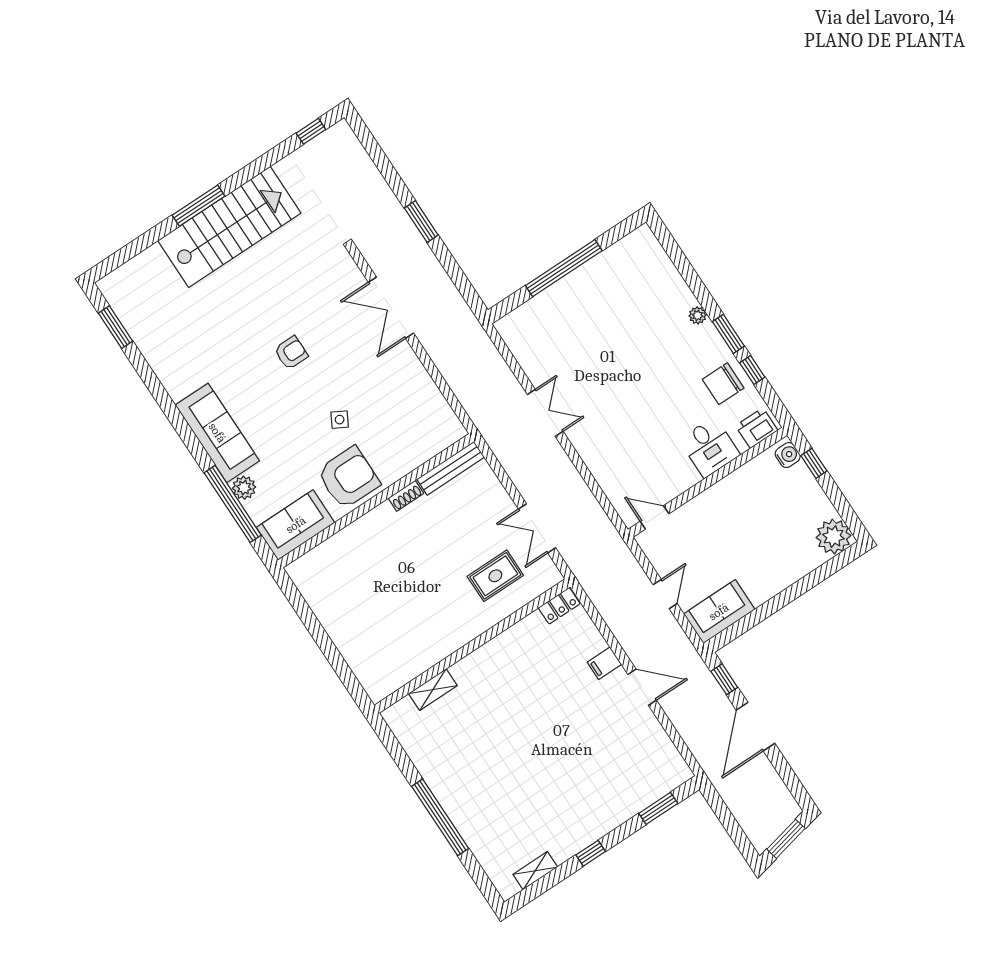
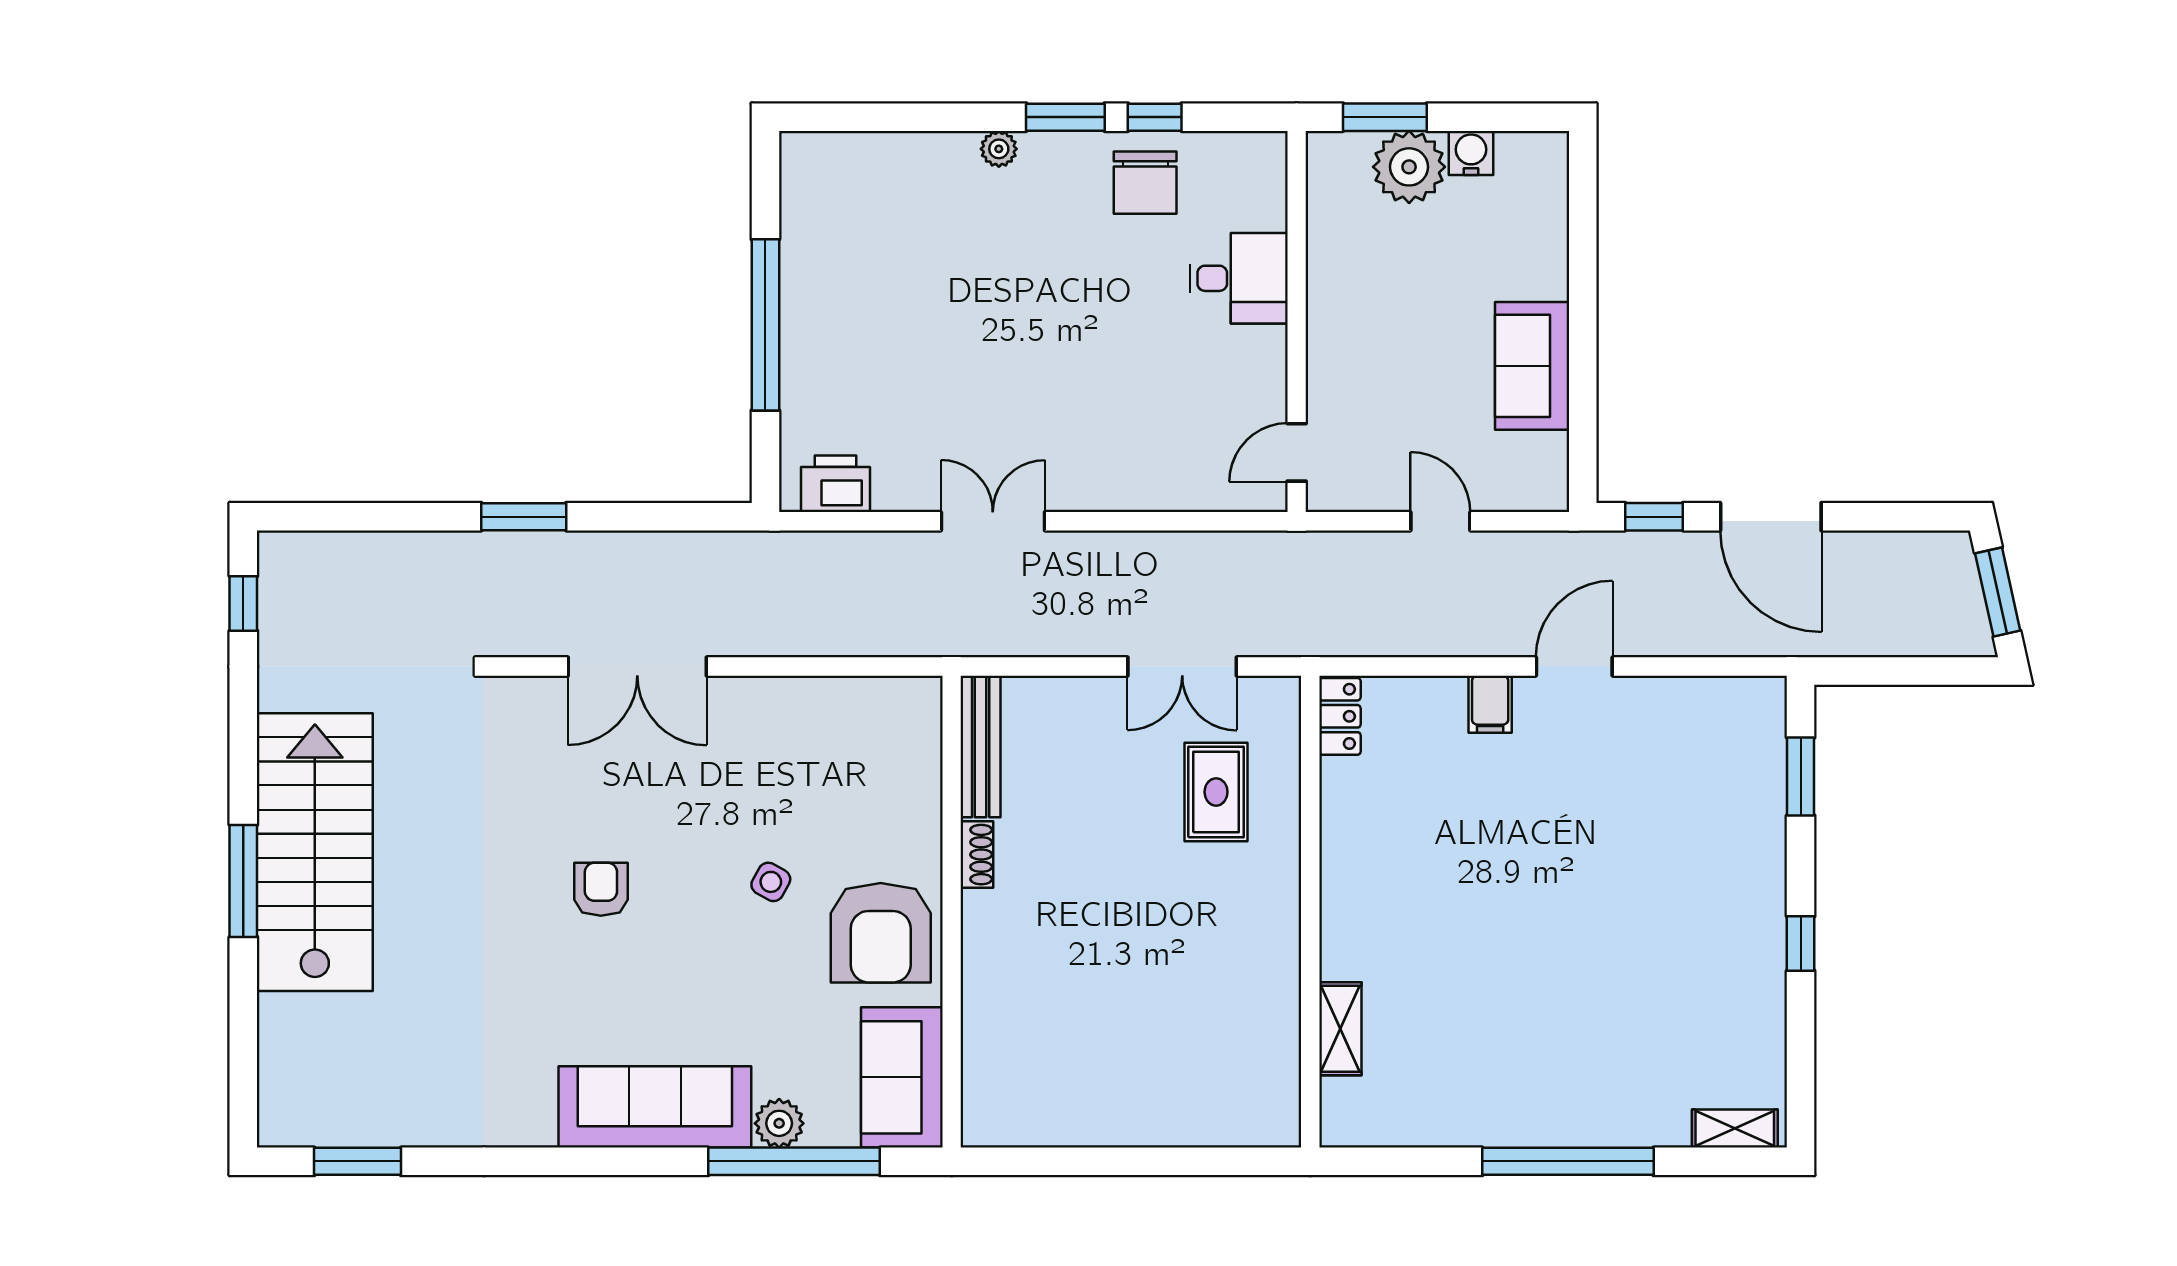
printer: (757, 428) -> (835, 484), moved, turned 90
water cooler: (788, 455) -> (1471, 153), moved
window: (814, 463) -> (1385, 117), width x1.50
armchair: (348, 478) -> (881, 933), turned 180
plant: (833, 537) -> (1409, 167), moved
sofa: (719, 612) -> (1532, 366), moved
shelving: (535, 871) -> (1735, 1128), moved, turned 90

